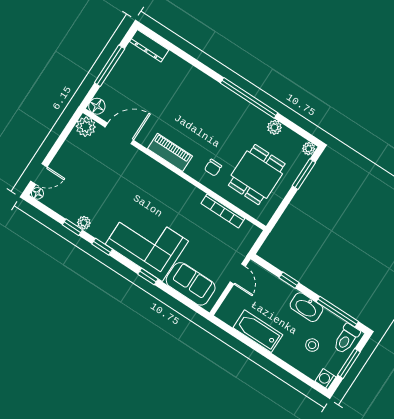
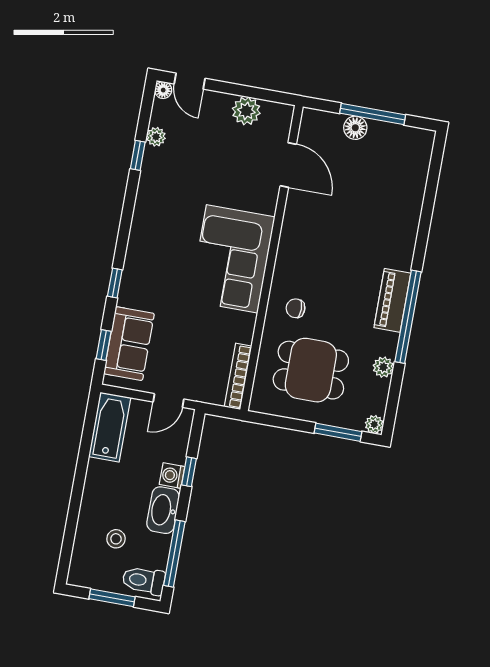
dresser: (149, 46) -> (421, 155), removed
floor lamp: (97, 106) -> (355, 128), moved
plant: (86, 127) -> (246, 111), moved
piano: (170, 152) -> (392, 300), moved, turned 180
bookcase: (223, 211) -> (238, 376), moved
plant: (84, 223) -> (156, 137), moved
corner sofa: (147, 243) -> (232, 259), moved, turned 180
window: (102, 247) -> (104, 345), moved
bathtub: (258, 331) -> (110, 427), moved
washing machine: (326, 379) -> (172, 476), moved, turned -90

